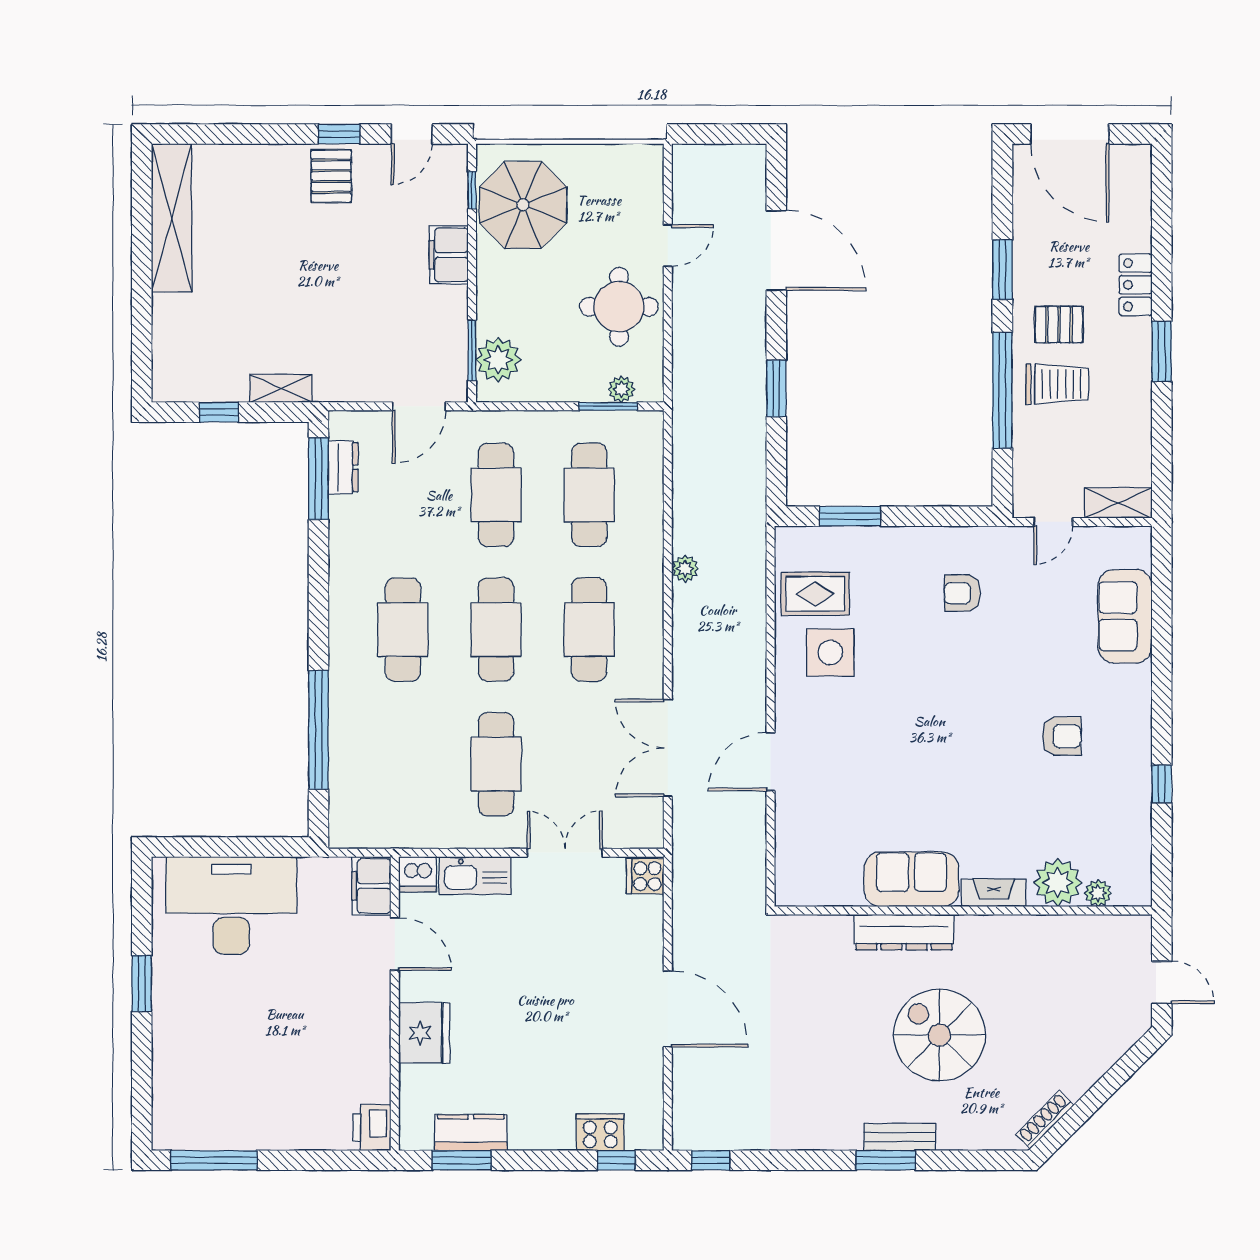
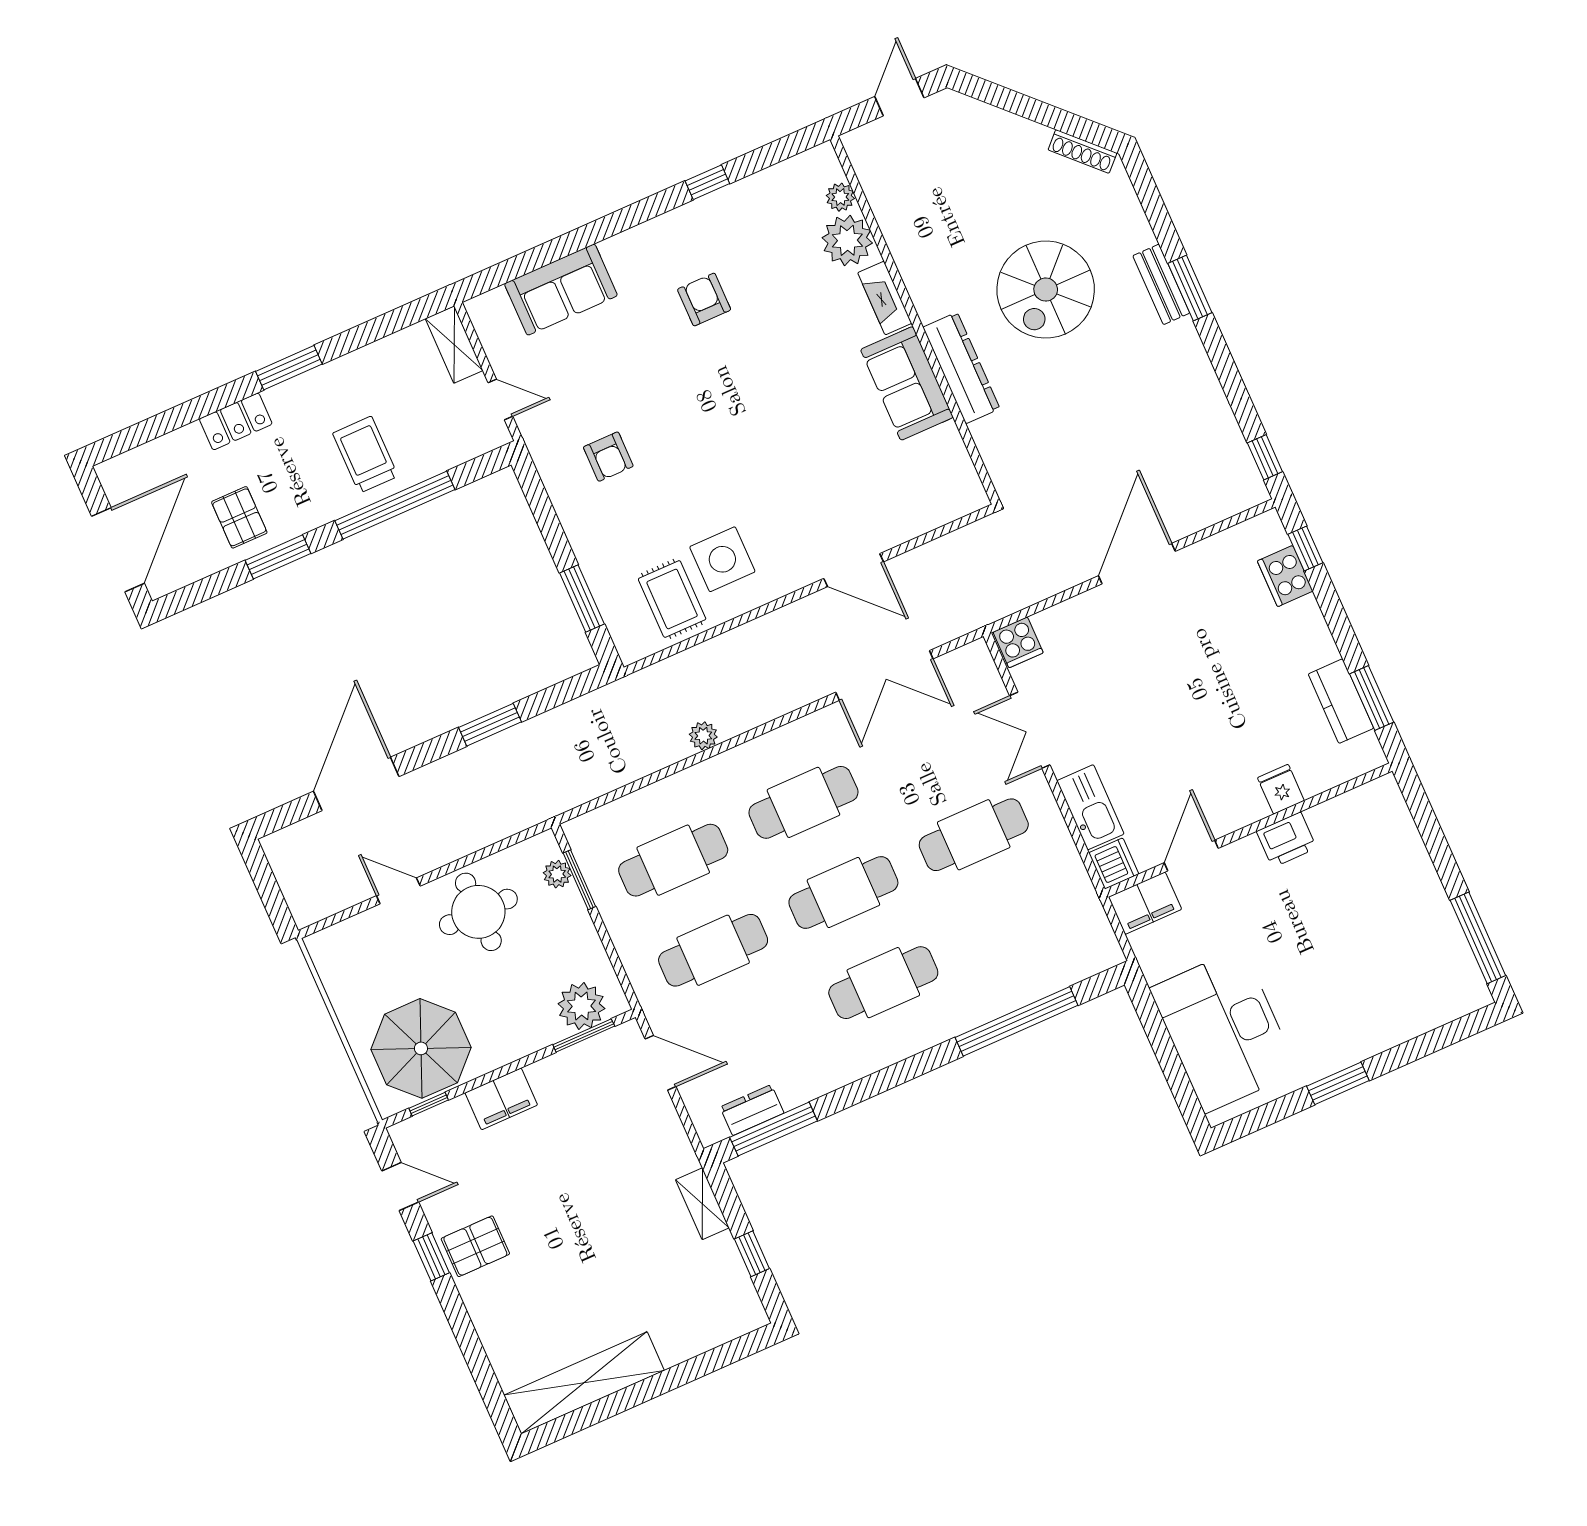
pallet: (1059, 325) -> (239, 517), moved
fridge: (424, 1033) -> (1281, 789), width x0.53, depth x0.75
printer: (372, 1128) -> (1287, 840), moved

